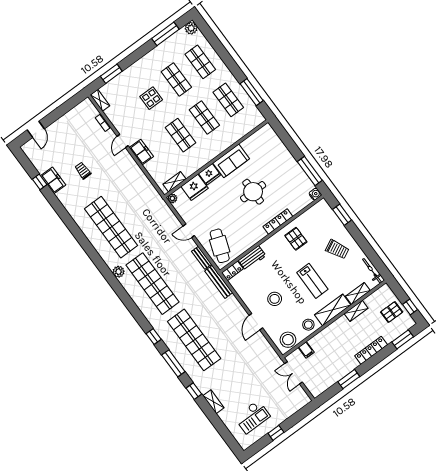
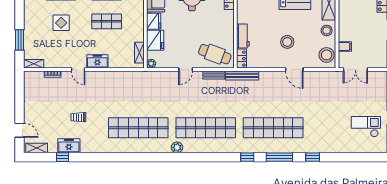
shelving: (213, 402) -> (37, 148), moved
checkout: (252, 417) -> (366, 127), turned -90

